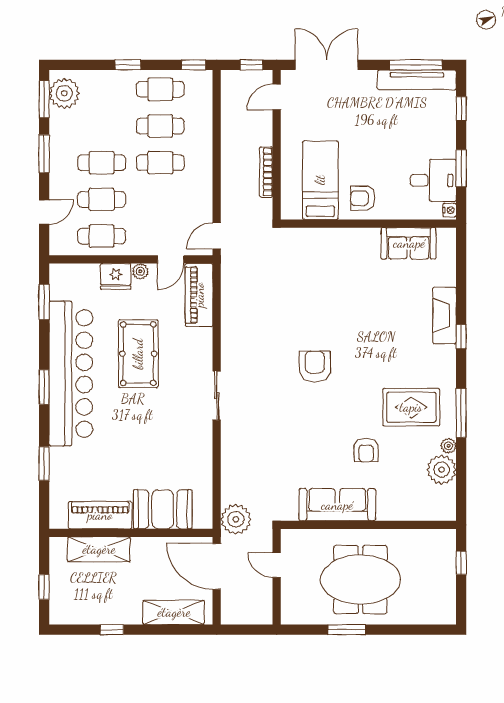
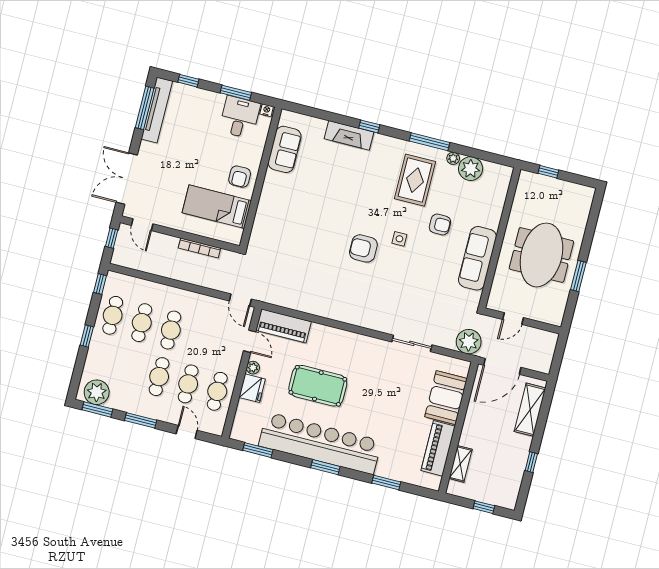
sliding door: (217, 396) -> (412, 343), moved
side table: (337, 406) -> (399, 239), added
shelving: (99, 549) -> (460, 464), width x0.67, depth x0.75

